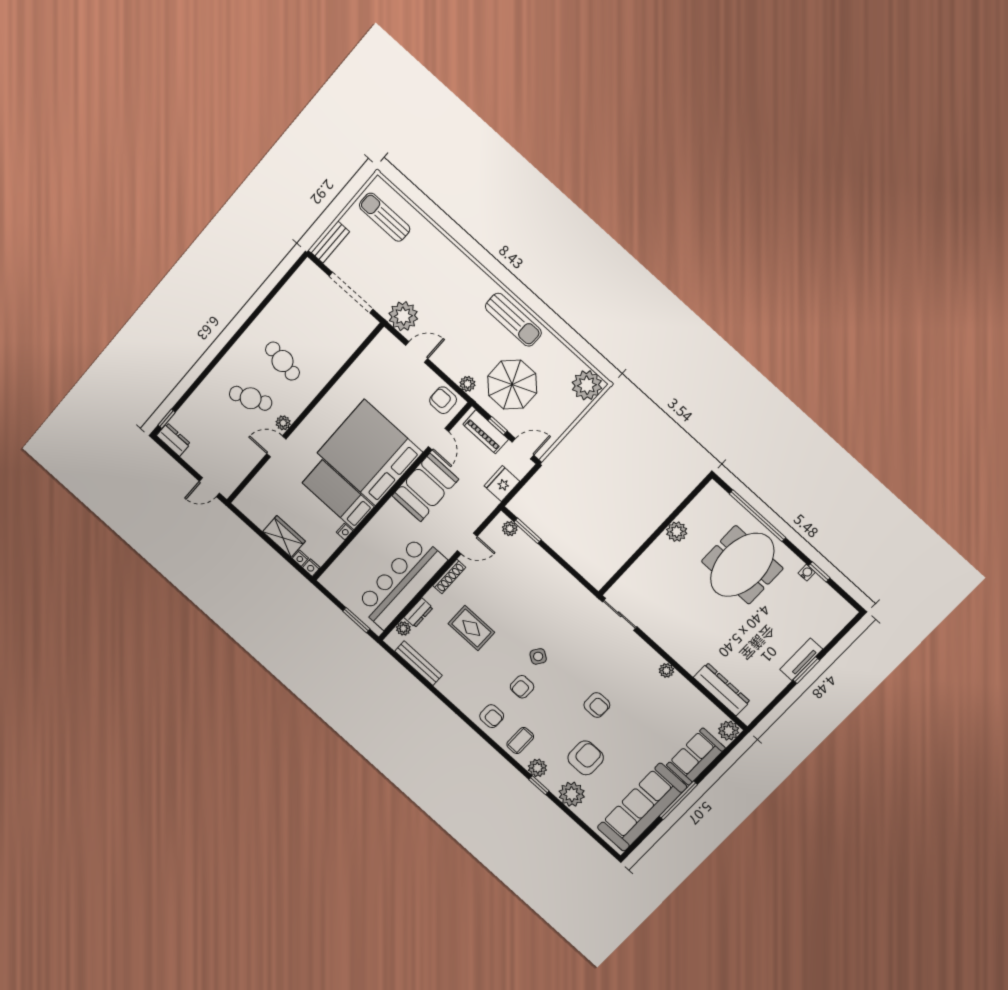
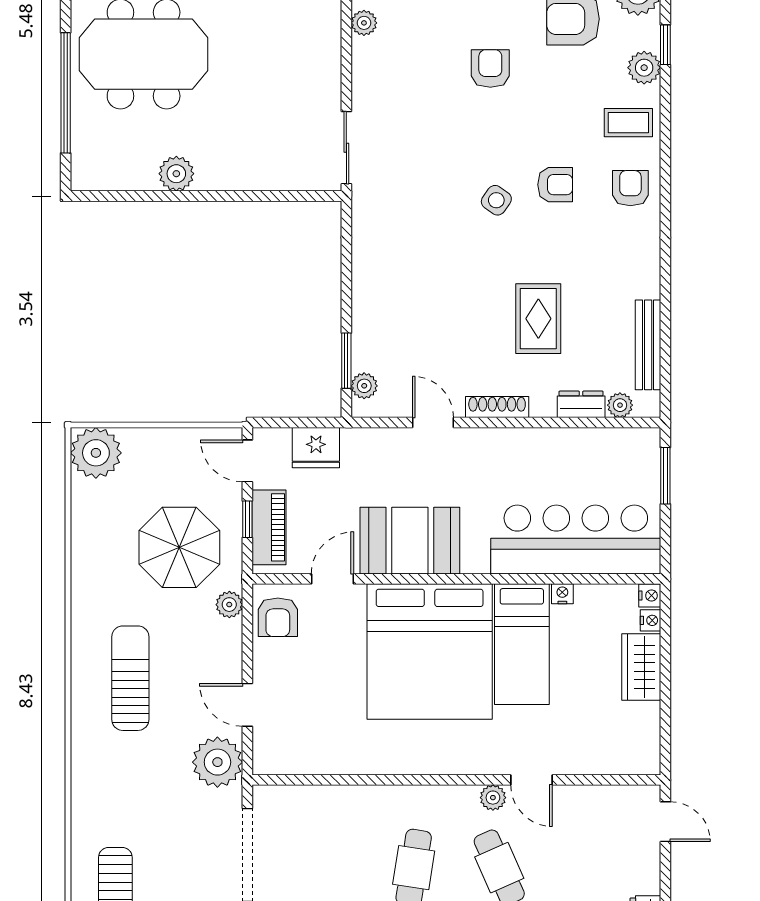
sun lounger: (513, 320) -> (130, 678), moved
bar counter: (401, 582) -> (576, 540), moved, turned 180

